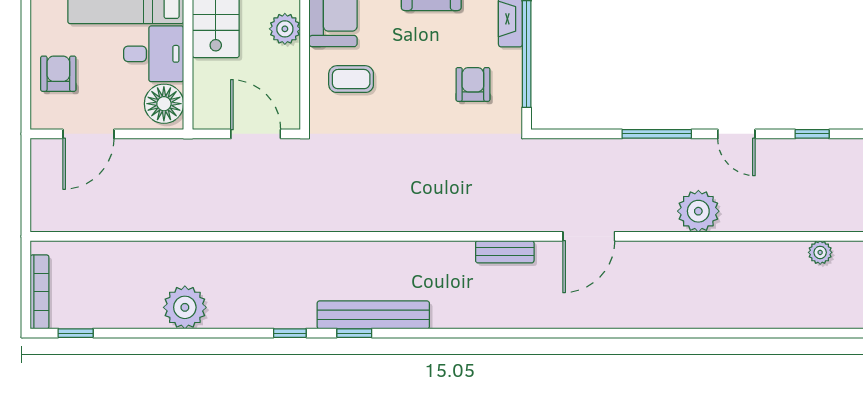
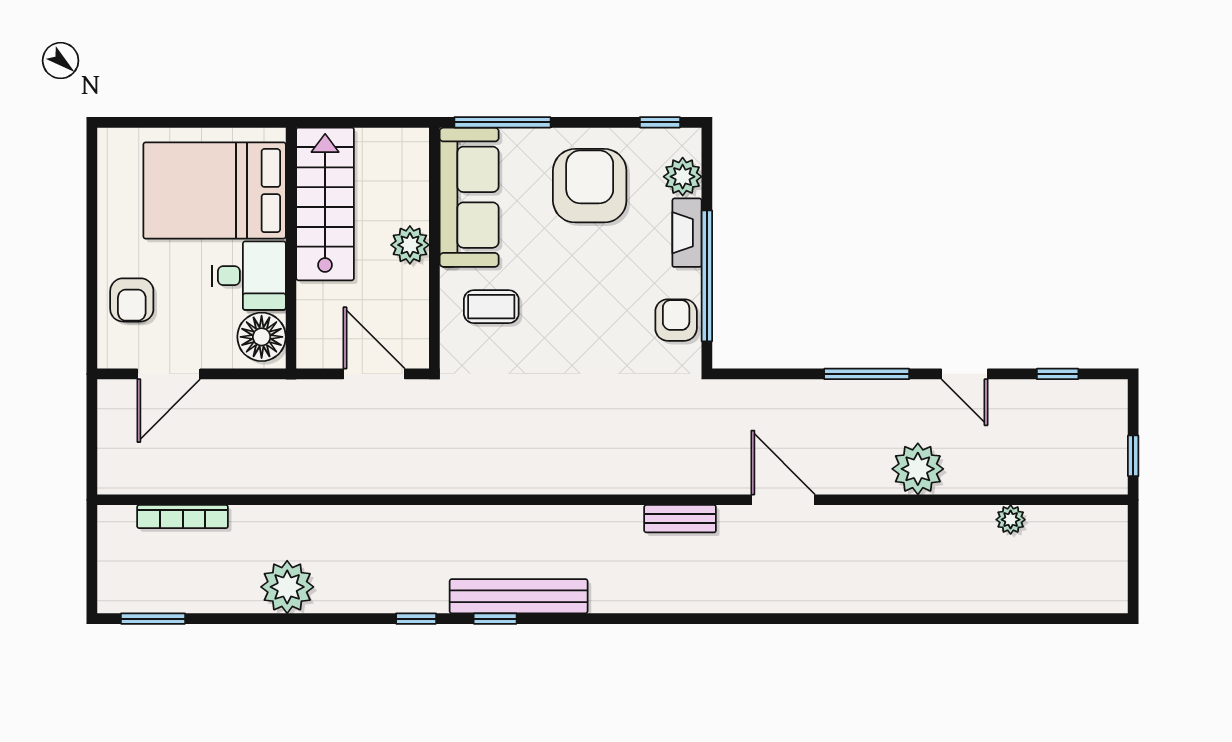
armchair: (58, 74) -> (132, 300), turned 180
armchair: (473, 84) -> (676, 320), moved
door: (589, 236) -> (783, 500), swing flipped
plant: (820, 252) -> (1011, 520), moved
bookcase: (40, 292) -> (183, 517), moved, turned 90
window: (76, 333) -> (153, 619), width x1.50

